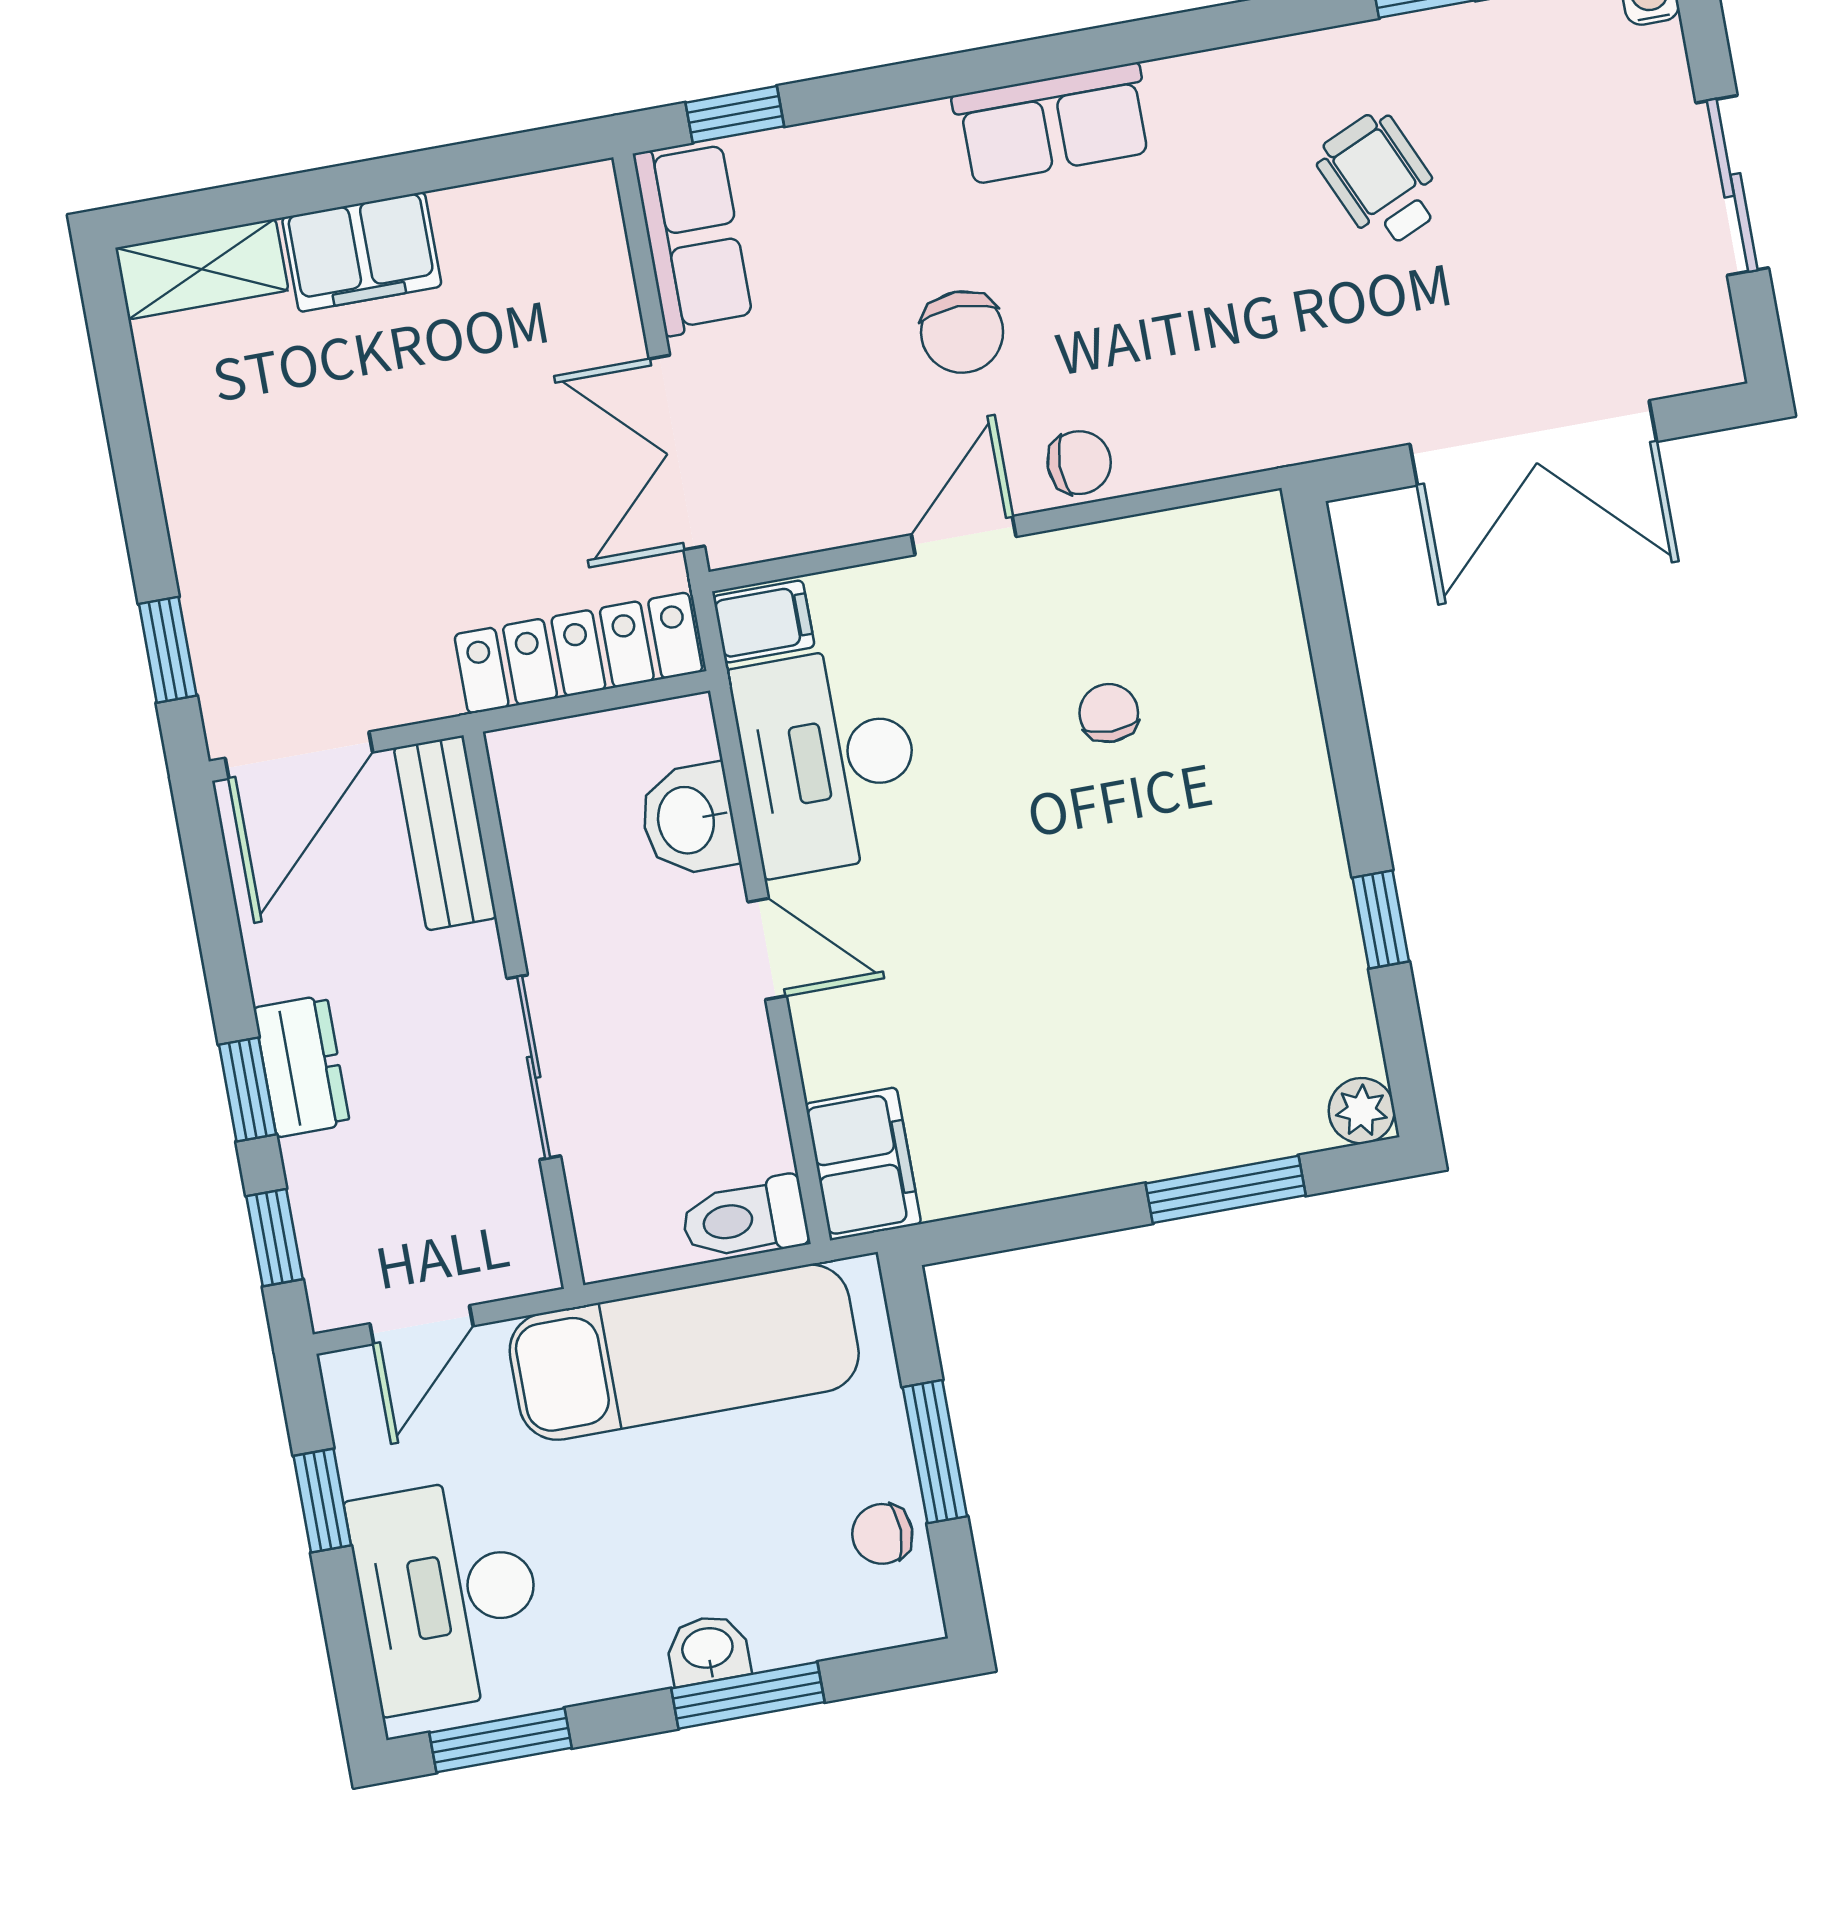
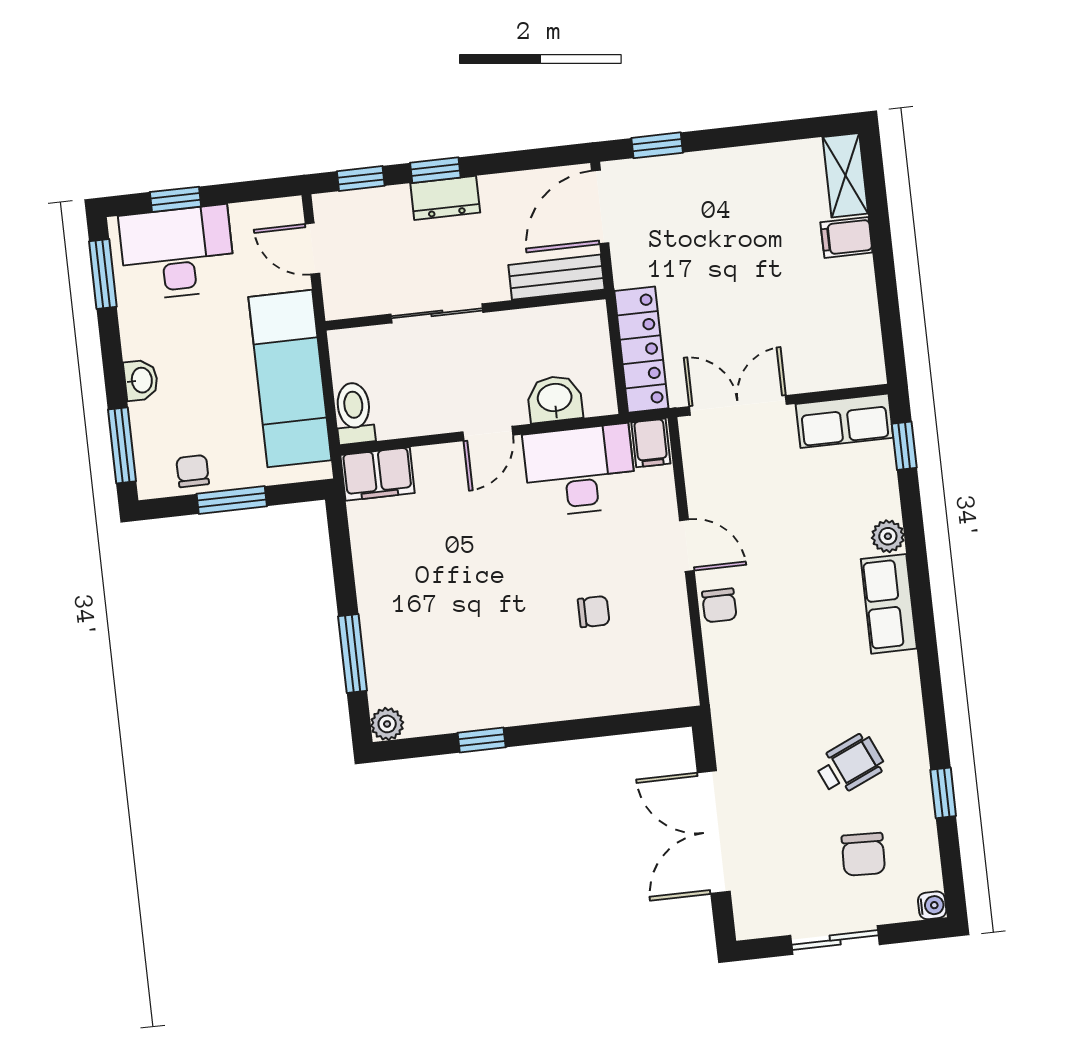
plant: (918, 135) -> (888, 536), added
filing cabinet: (362, 252) -> (846, 237), width x0.50
chair: (962, 332) -> (863, 854), moved, turned -88
door: (299, 755) -> (600, 207), hinge flipped
window: (322, 1501) -> (175, 199), moved
window: (748, 1695) -> (122, 445), moved

